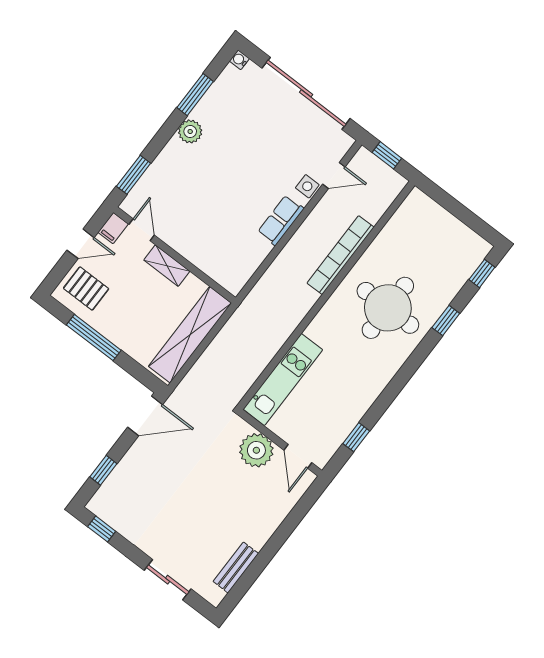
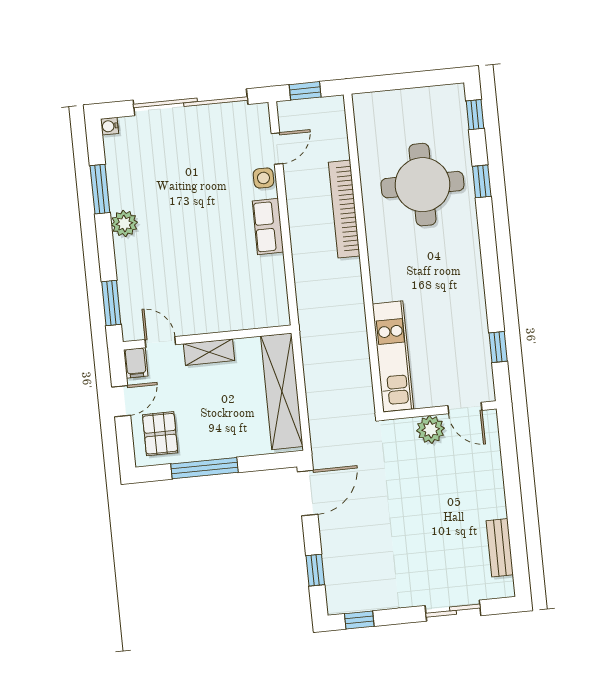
pallet: (86, 289) -> (160, 434), turned 90
round table: (388, 308) -> (422, 185), moved
plant: (256, 450) -> (431, 429), width x0.73, depth x0.73

